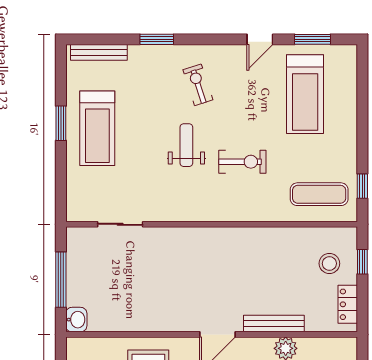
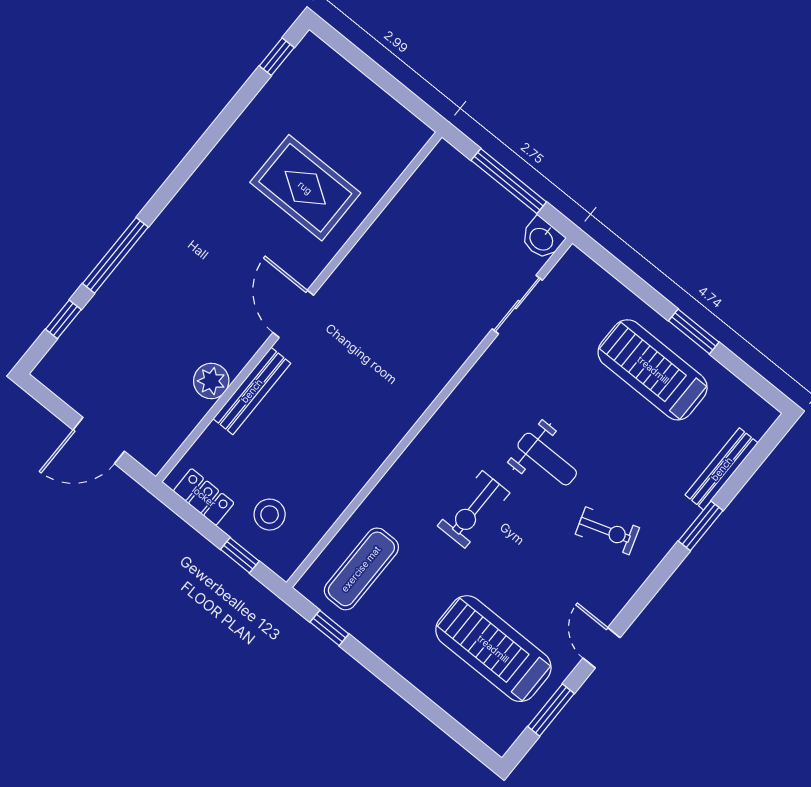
bench: (99, 52) -> (722, 469), moved
washbasin: (76, 320) -> (542, 238), moved

